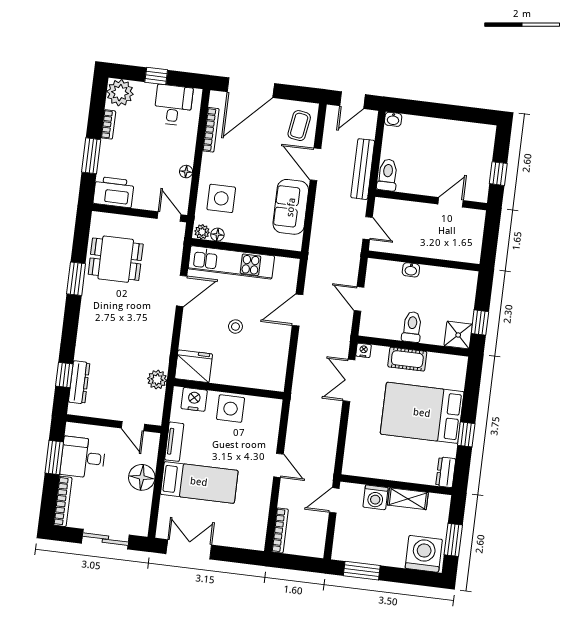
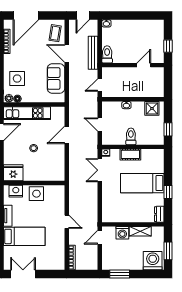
door: (368, 228) -> (100, 85), swing flipped
shower: (458, 335) -> (152, 108), moved
bed: (422, 413) -> (142, 183), width x0.67

